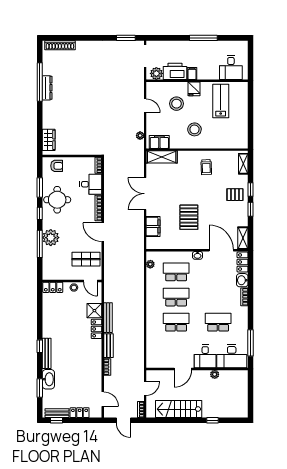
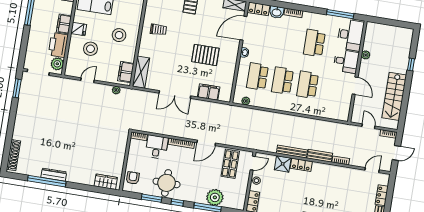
filing cabinet: (192, 74) -> (64, 24), width x2.00
plant: (51, 238) -> (215, 197), moved

